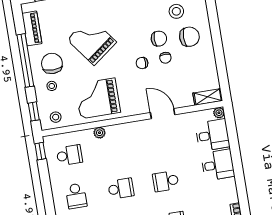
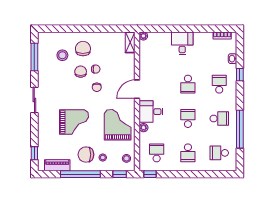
grand piano: (92, 41) -> (74, 122), turned -143
grand piano: (98, 98) -> (118, 125), turned 180
door: (163, 114) -> (137, 89), moved
desk: (212, 135) -> (151, 112), moved, turned -90
school desk: (76, 196) -> (188, 153), turned 90

